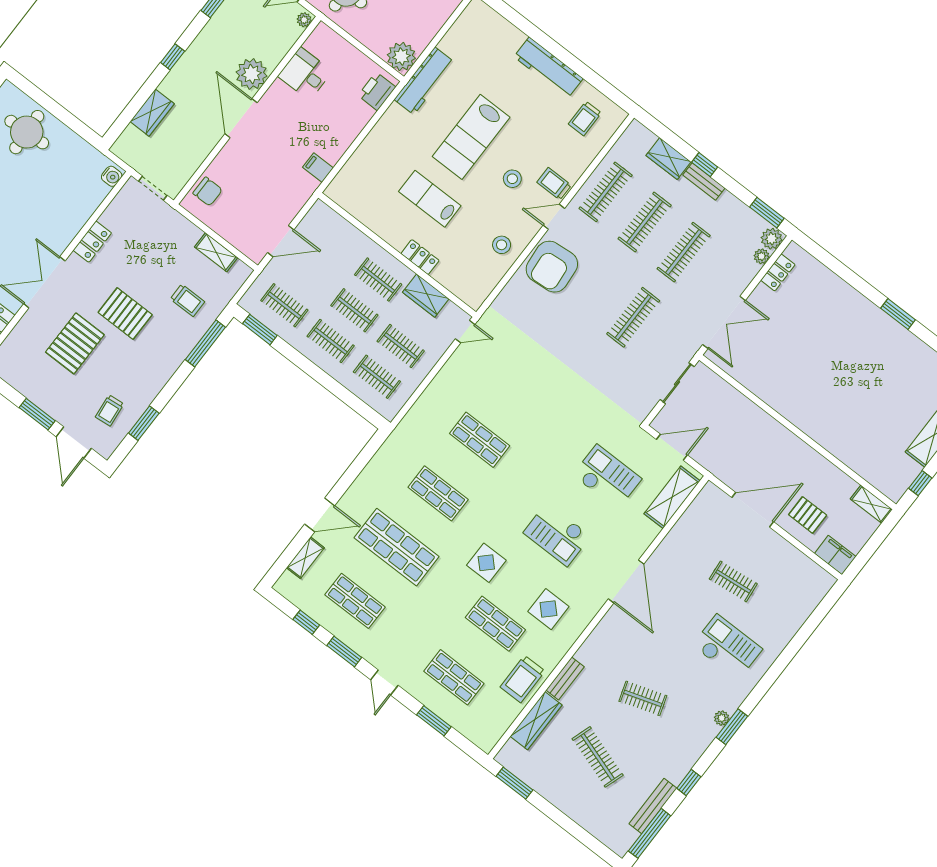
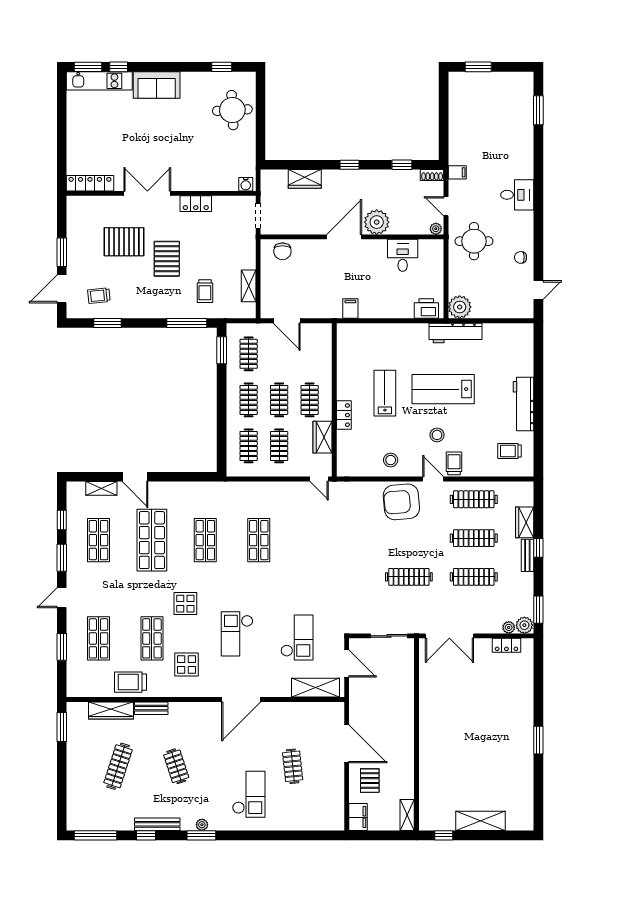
bench: (653, 806) -> (157, 824), moved

